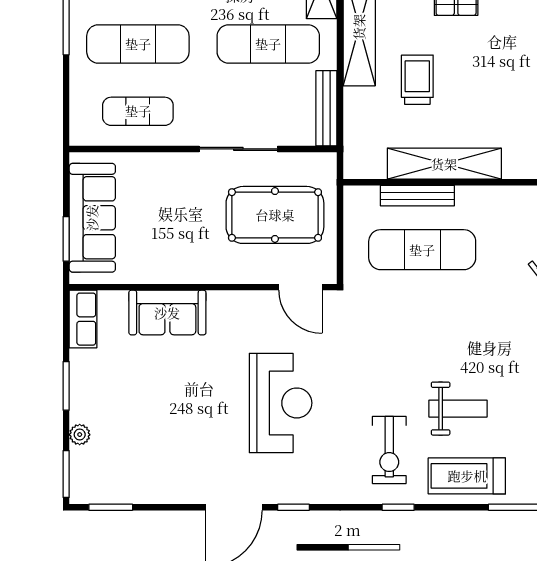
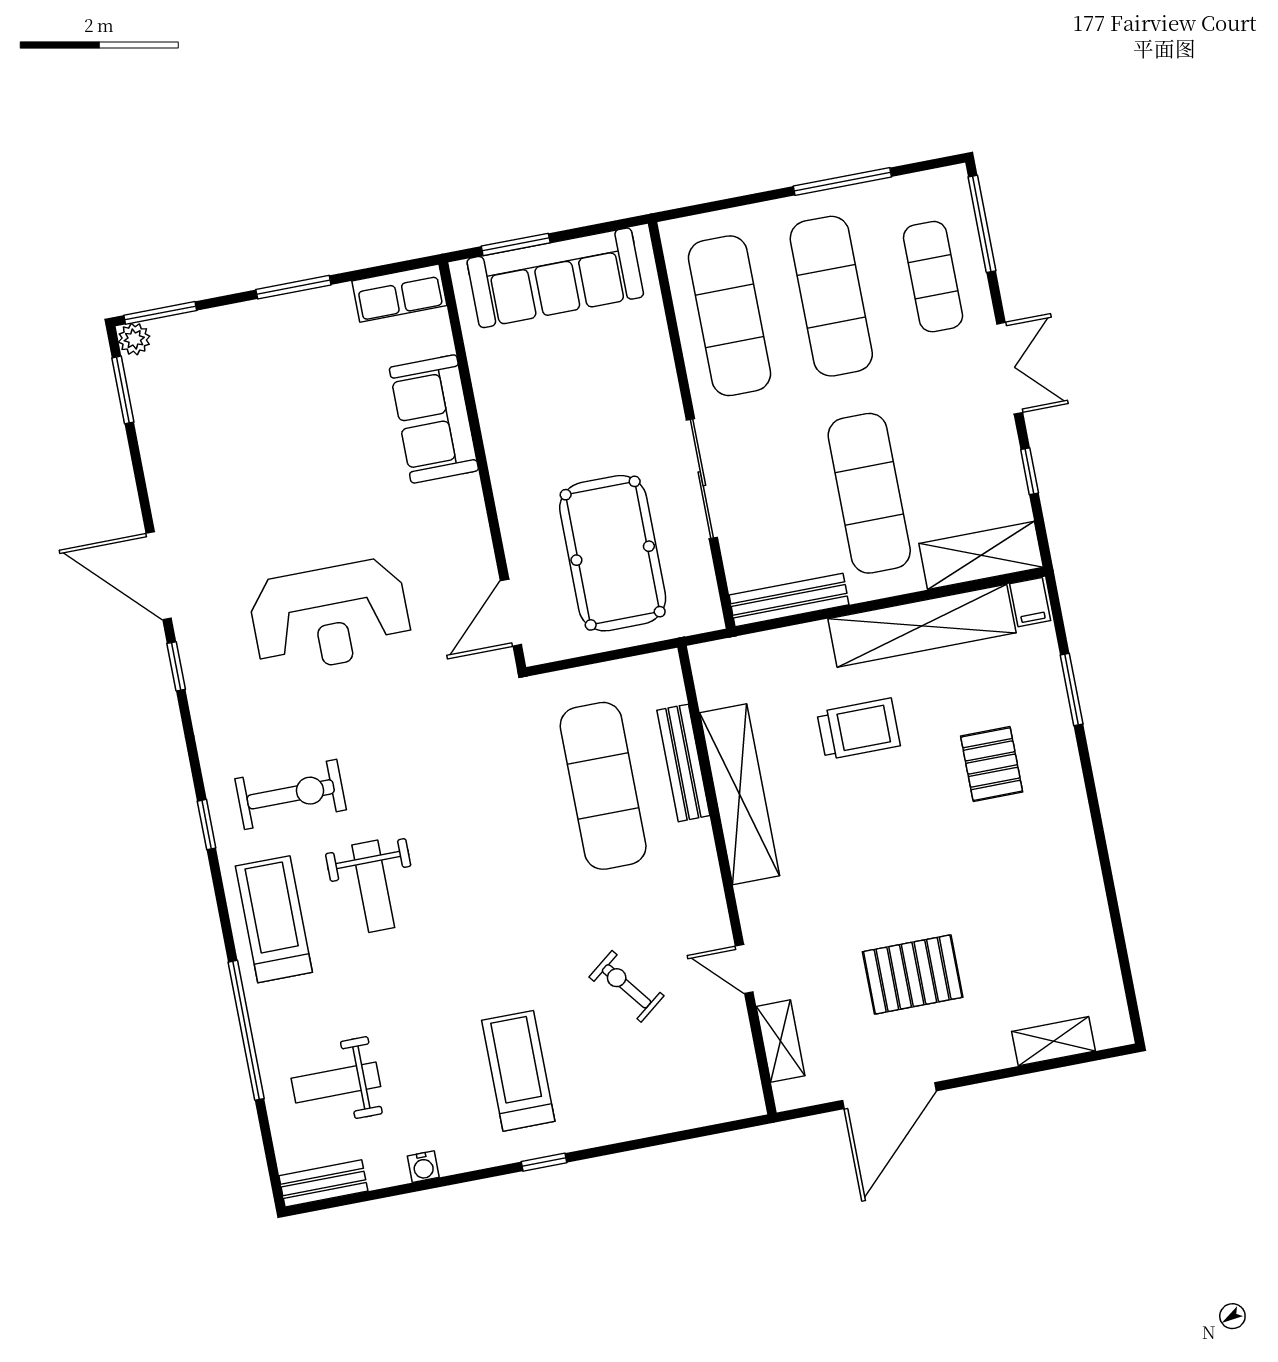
exercise mat: (138, 111) -> (729, 316), width x1.36, depth x1.45
plant: (80, 435) -> (134, 339), moved
exercise bike: (389, 450) -> (291, 794), turned 180

